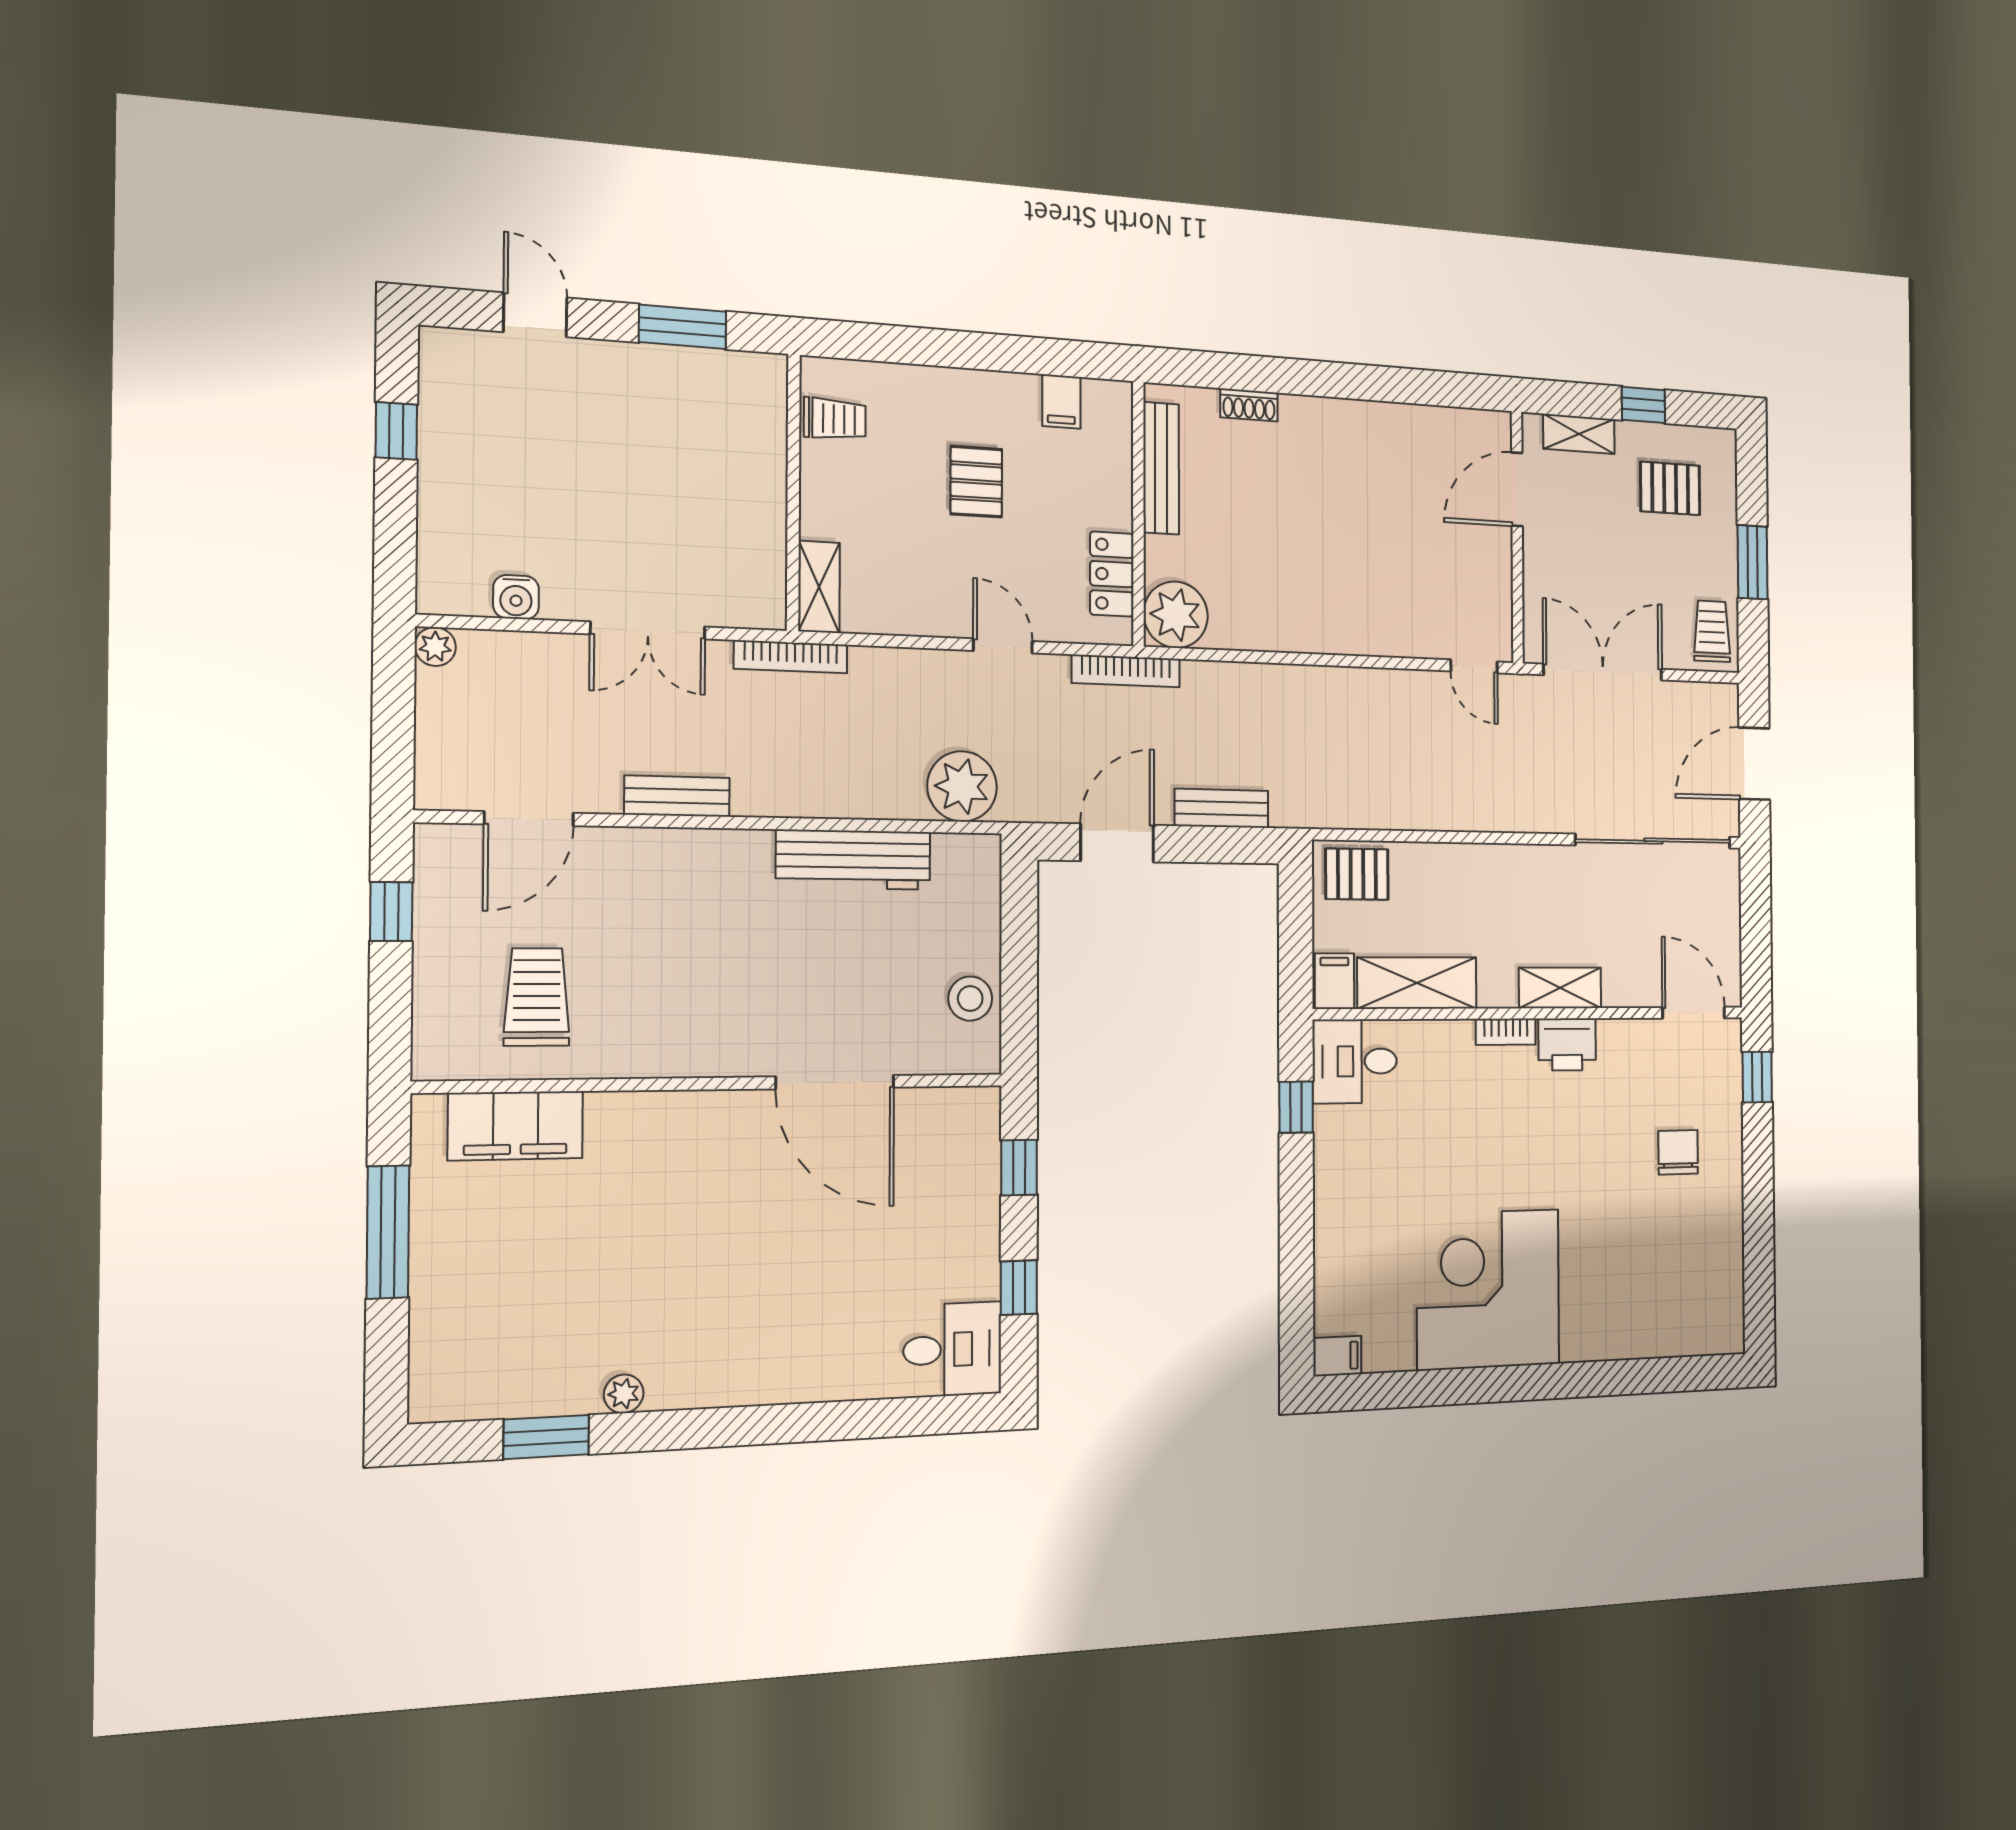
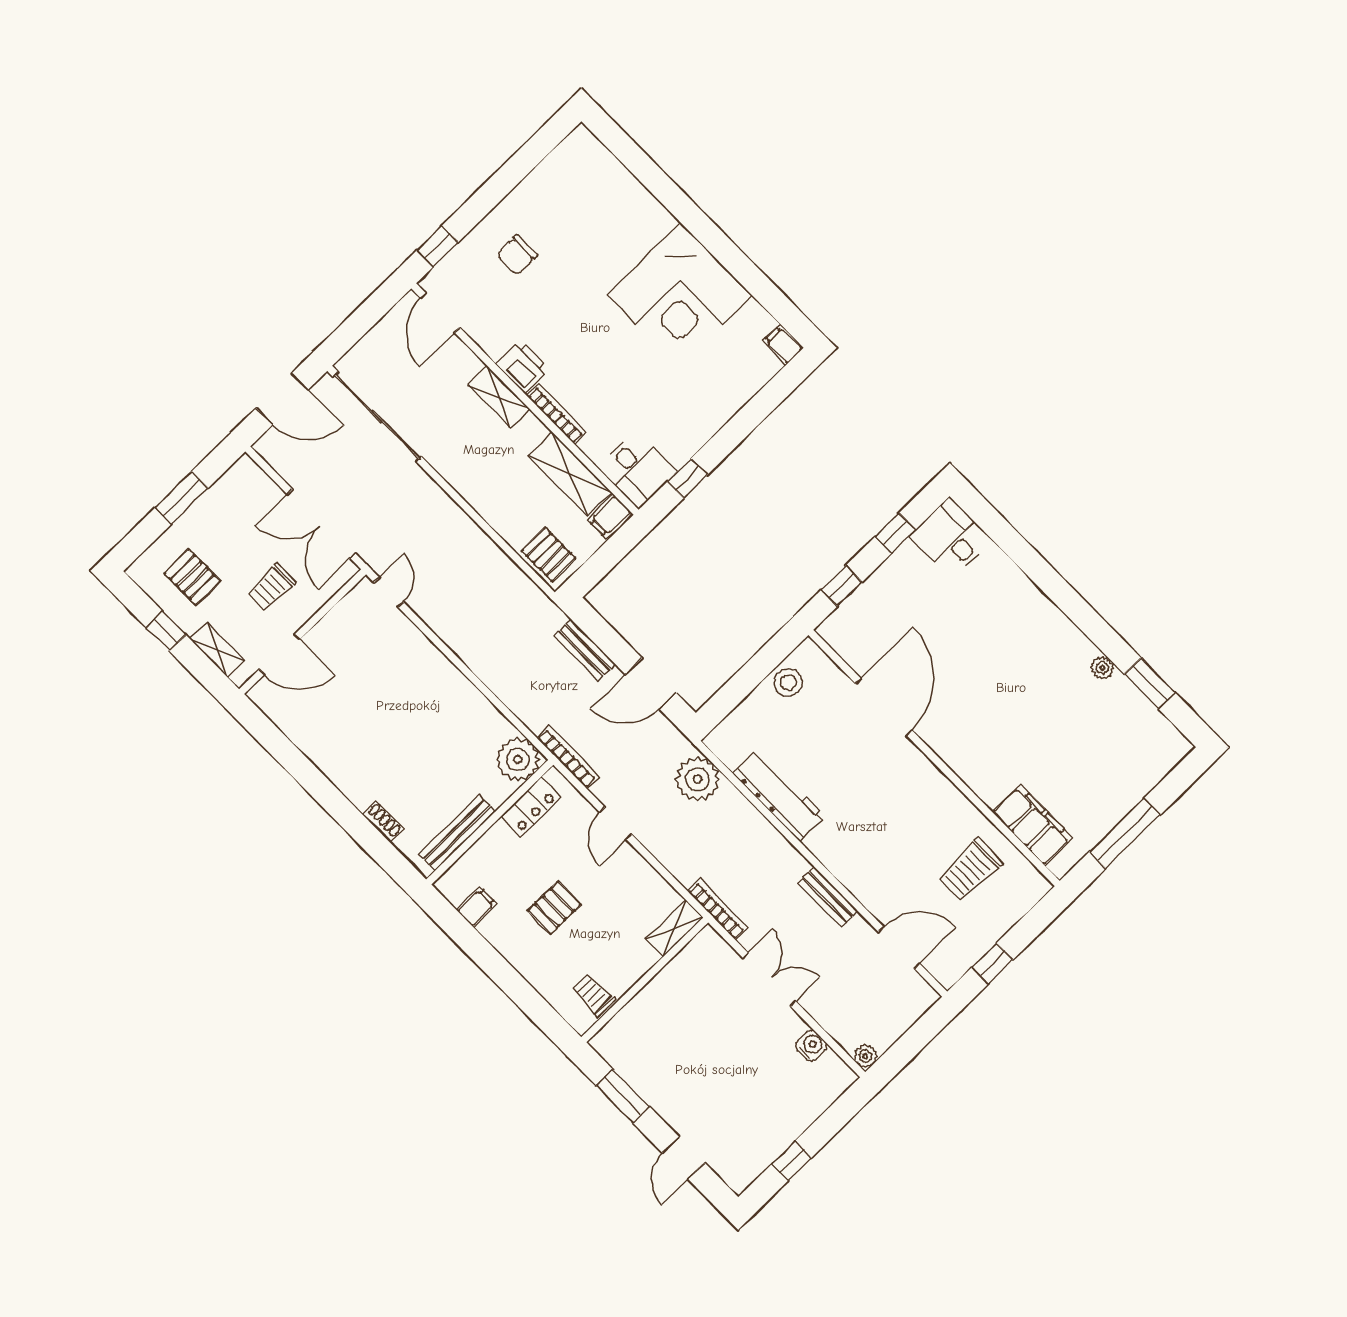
trolley: (1712, 631) -> (272, 587), moved
bookcase: (1506, 1032) -> (557, 414), width x1.56

